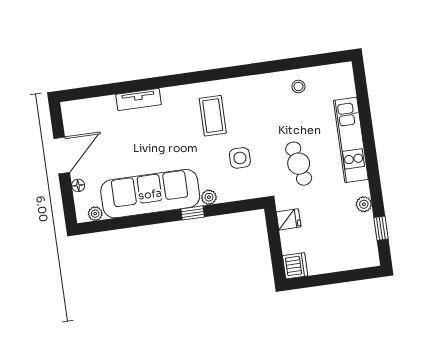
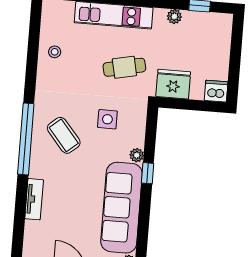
window: (200, 77) -> (26, 139), added
coffee table: (213, 116) -> (64, 135), turned 50
fridge: (289, 219) -> (173, 84), width x1.88, depth x1.34

